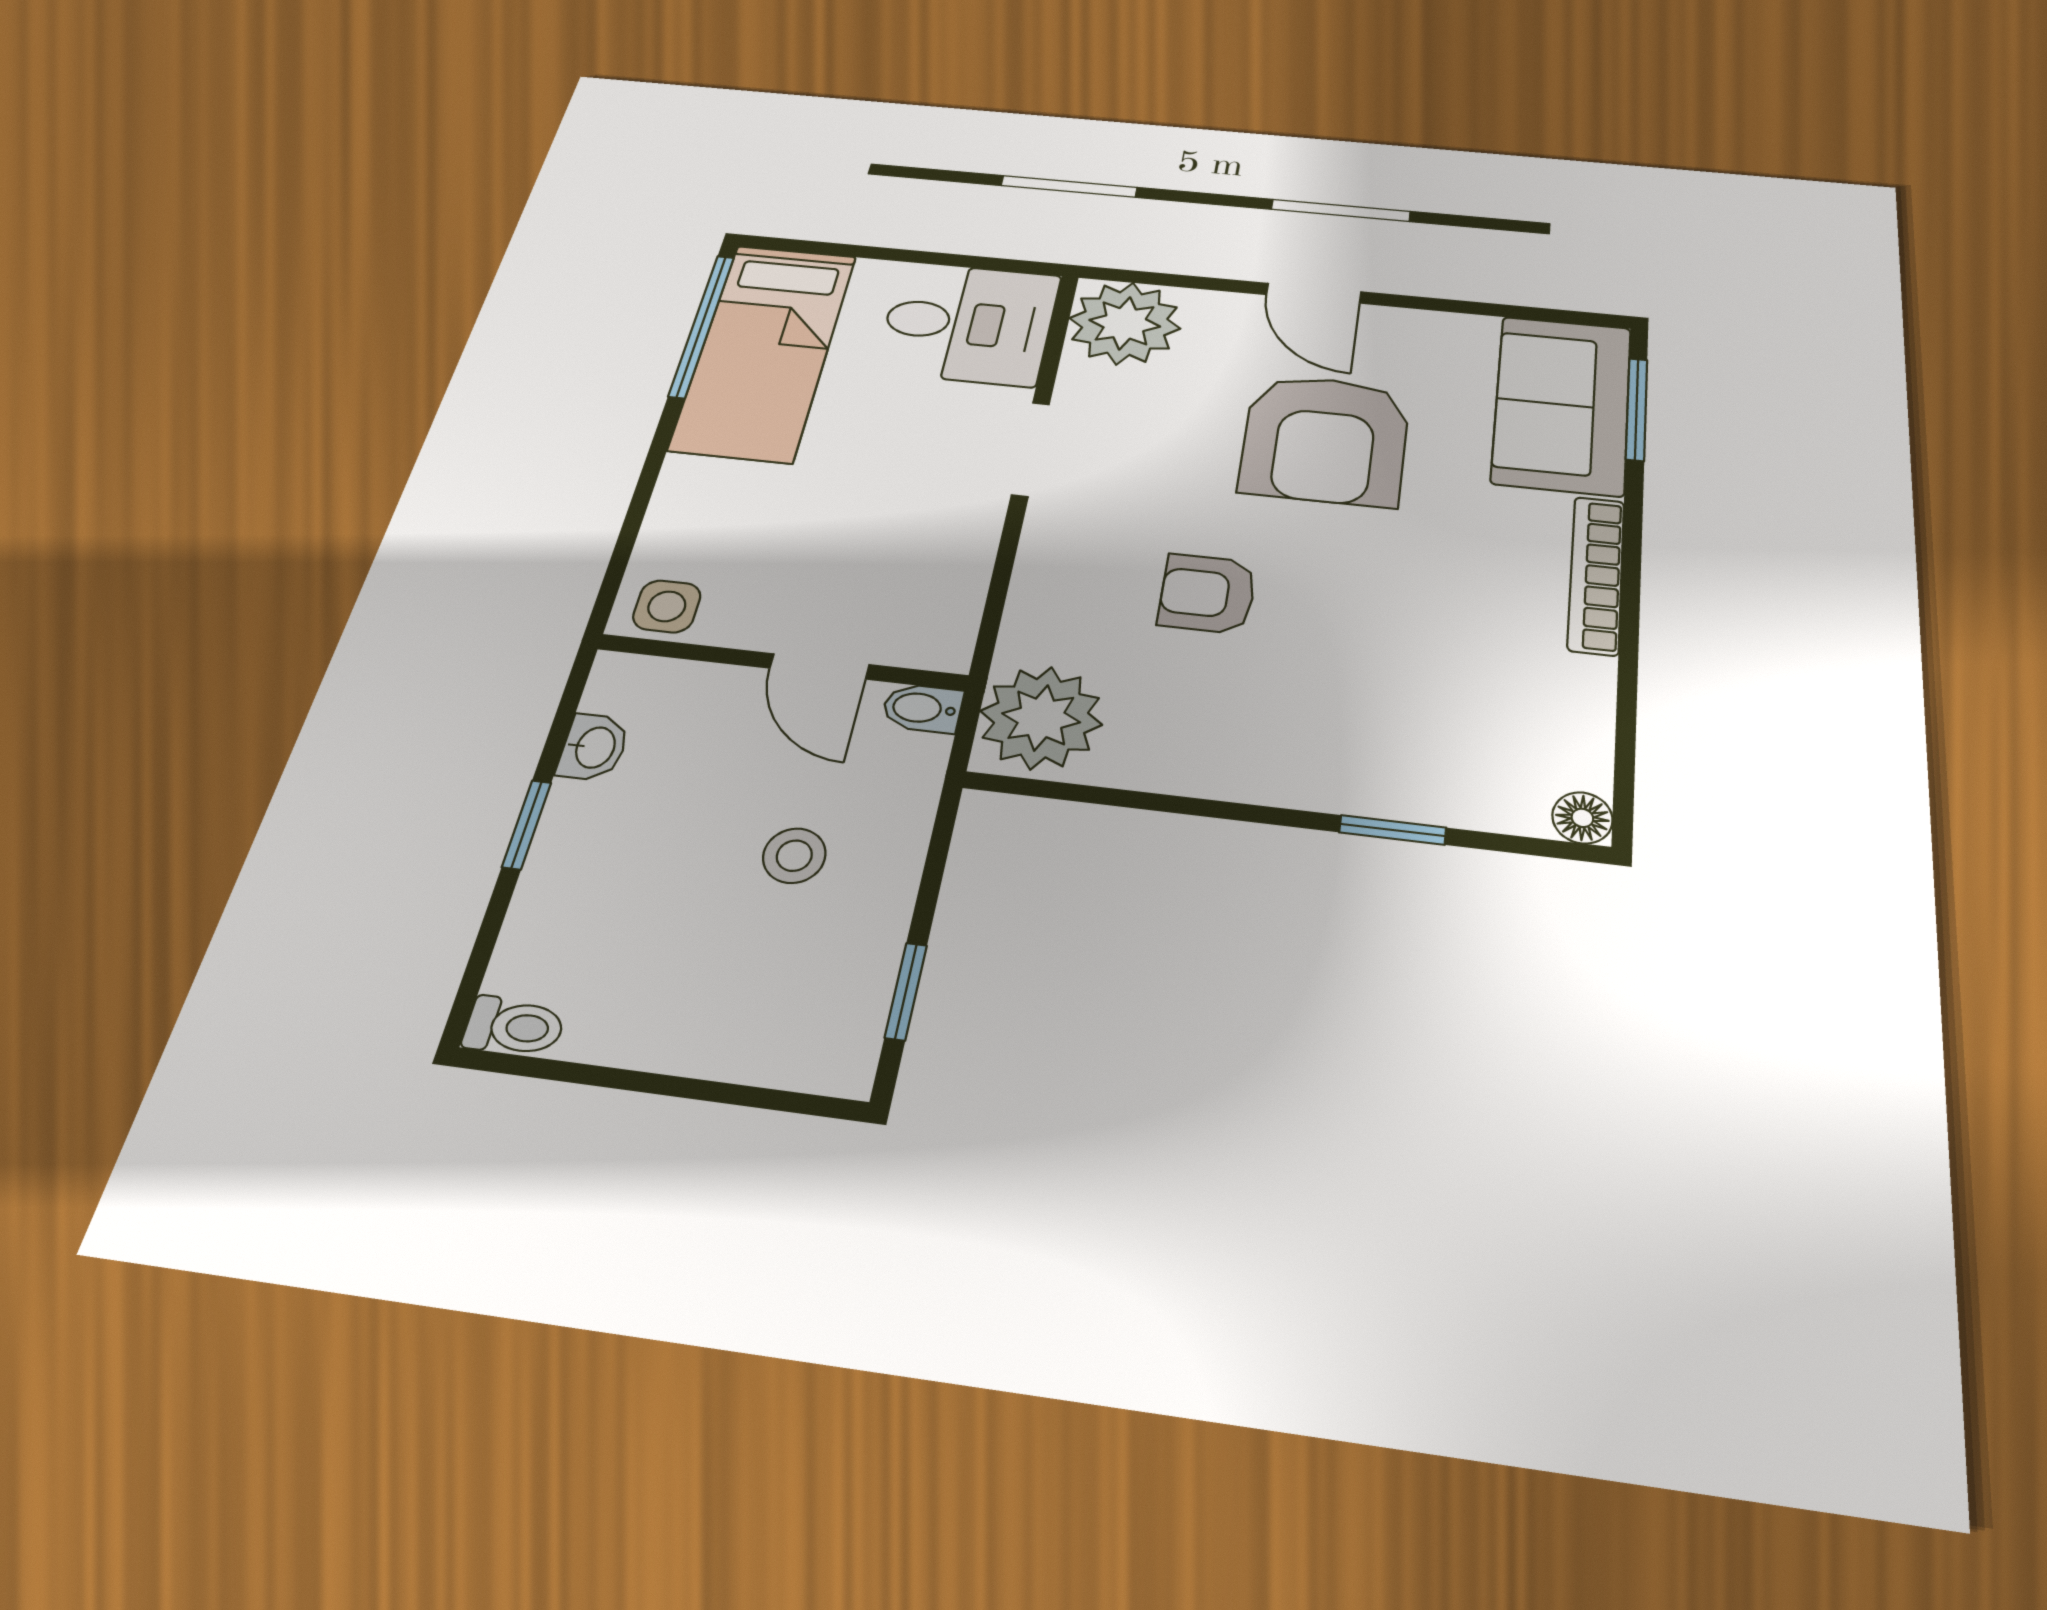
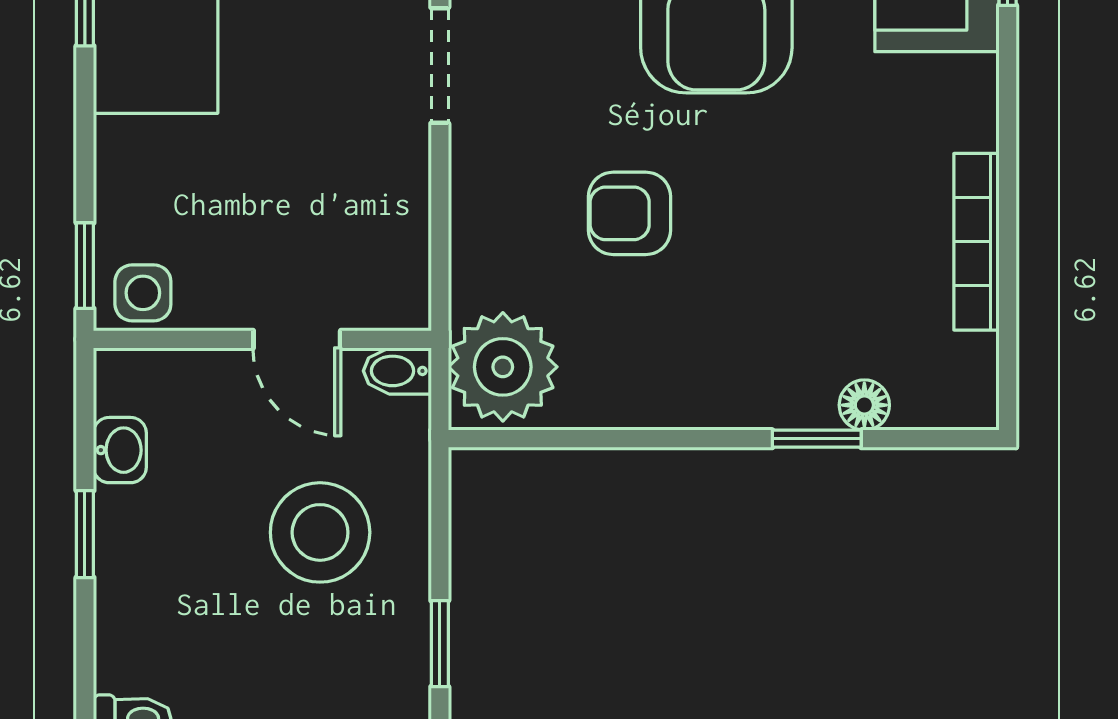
bookcase: (1596, 575) -> (976, 242), moved
window: (614, 576) -> (85, 266), added
floor lamp: (1582, 818) -> (864, 405), moved
stool: (794, 856) -> (320, 532), width x1.89, depth x1.89

